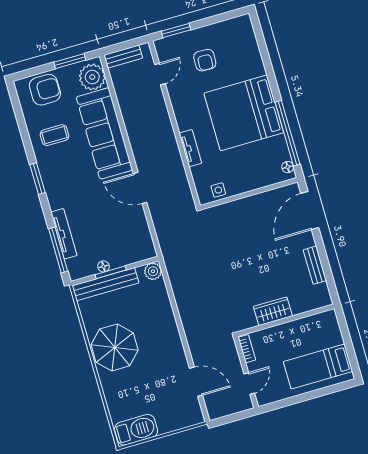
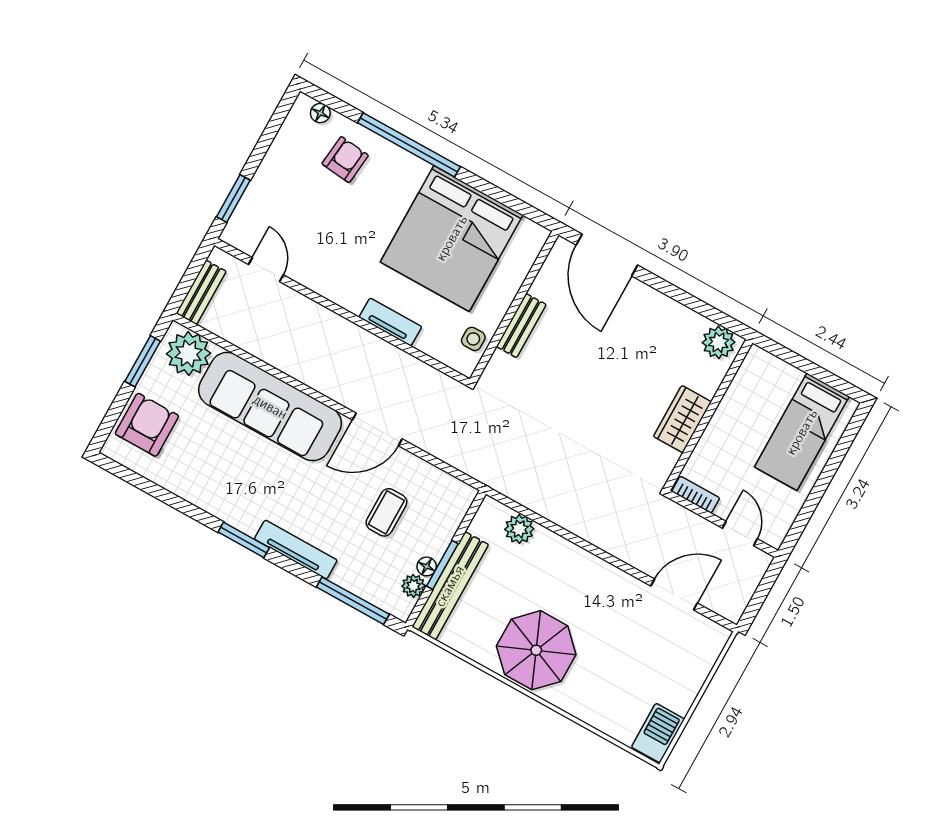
armchair: (205, 60) -> (345, 160), moved, turned -86
bed: (244, 113) -> (452, 238), moved
window: (287, 133) -> (409, 145), moved
coffee table: (54, 135) -> (386, 512), moved
floor lamp: (288, 167) -> (320, 113), moved
tv unit: (64, 234) -> (296, 550), moved
bench: (315, 265) -> (521, 326), moved, turned 90
plant: (90, 269) -> (413, 586), added
plant: (153, 271) -> (519, 529), moved
plant: (320, 294) -> (719, 342), added
barbecue: (136, 430) -> (658, 733), width x0.73, depth x0.83

